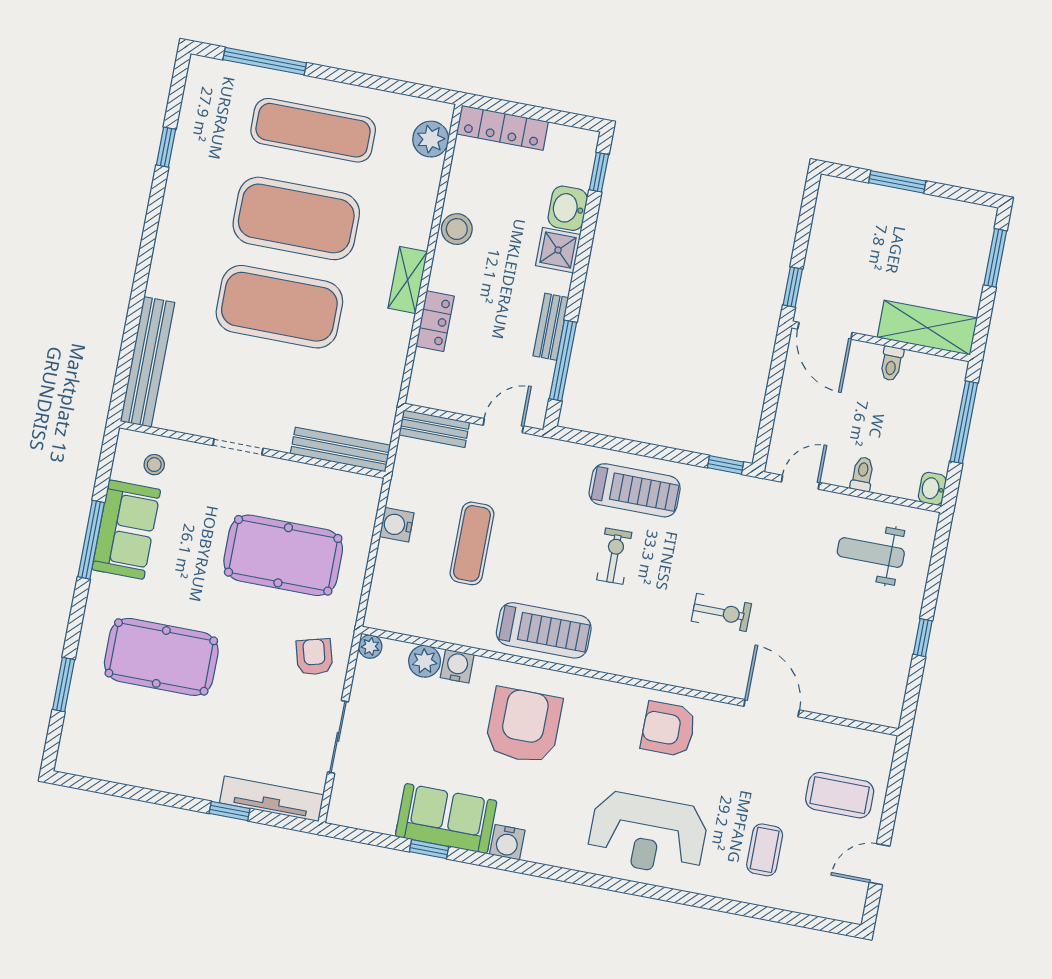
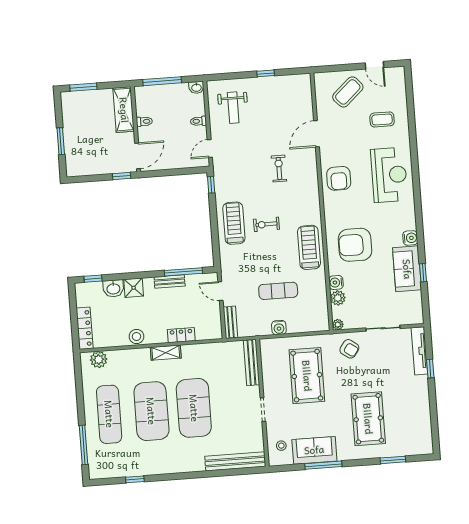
door: (800, 482) -> (210, 148), hinge flipped
armchair: (314, 657) -> (349, 349), turned -129
coffee table: (840, 795) -> (348, 92), turned 48

